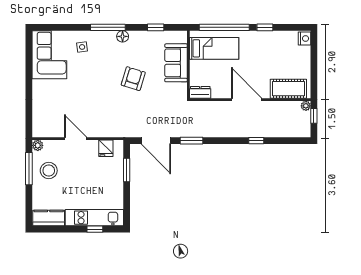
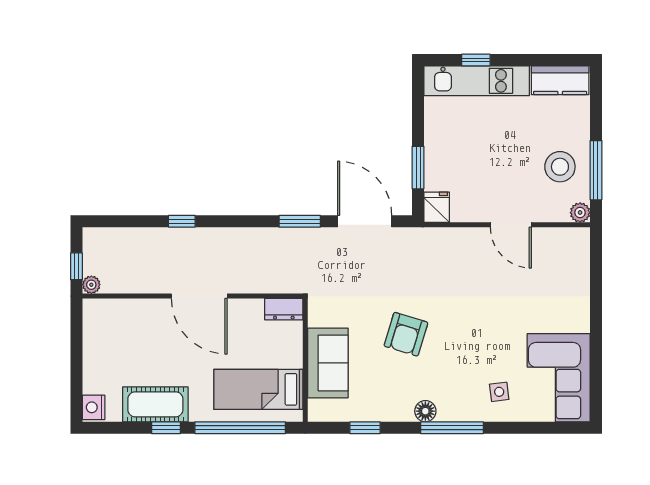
cot: (288, 89) -> (155, 404), moved
fridge: (106, 148) -> (437, 207), moved

